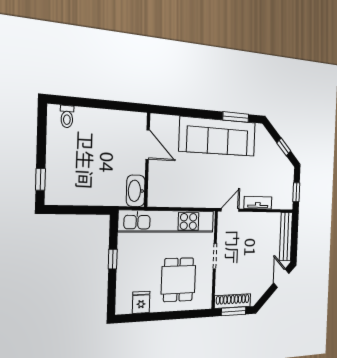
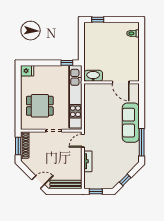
window: (236, 117) -> (142, 142), width x1.44
sofa: (218, 137) -> (131, 123), width x0.74, depth x0.79
door: (148, 145) -> (121, 82), hinge flipped
door: (230, 210) -> (83, 141), swing flipped
window: (113, 259) -> (67, 63), moved
fridge: (141, 302) -> (27, 71), moved

